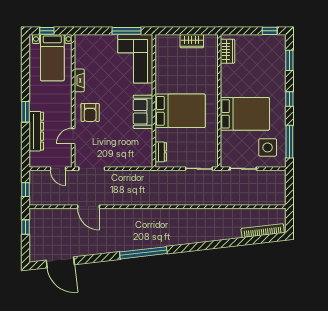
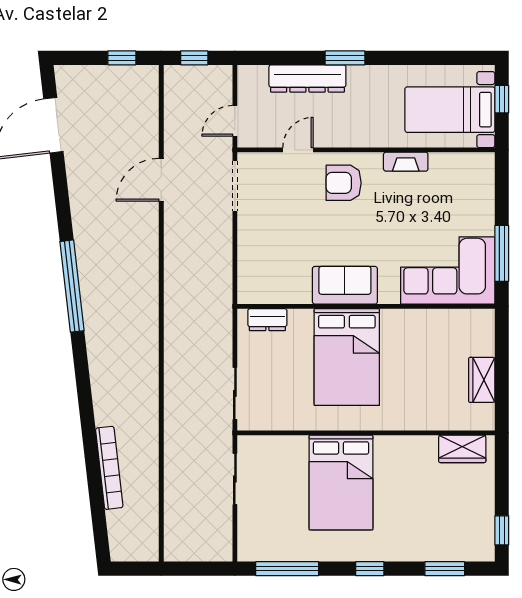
door: (73, 136) -> (298, 150), hinge flipped
side table: (268, 147) -> (276, 526), removed
bookcase: (263, 231) -> (109, 468), moved

